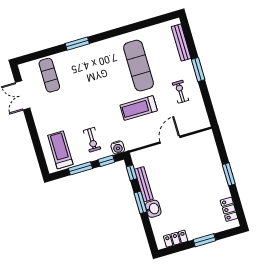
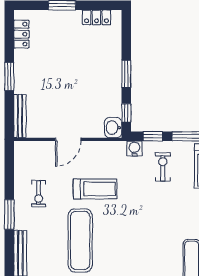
bench: (144, 184) -> (20, 116), moved
washbasin: (153, 209) -> (113, 128), moved

